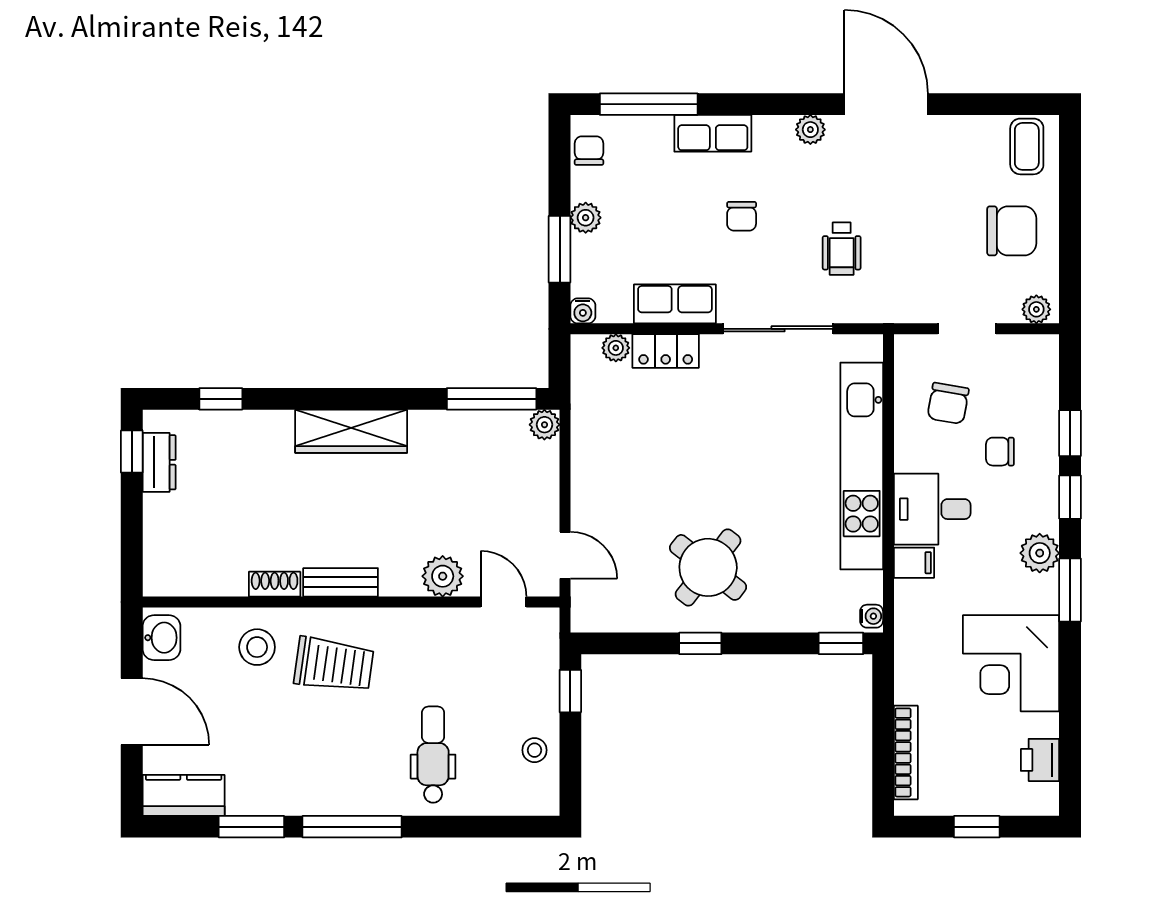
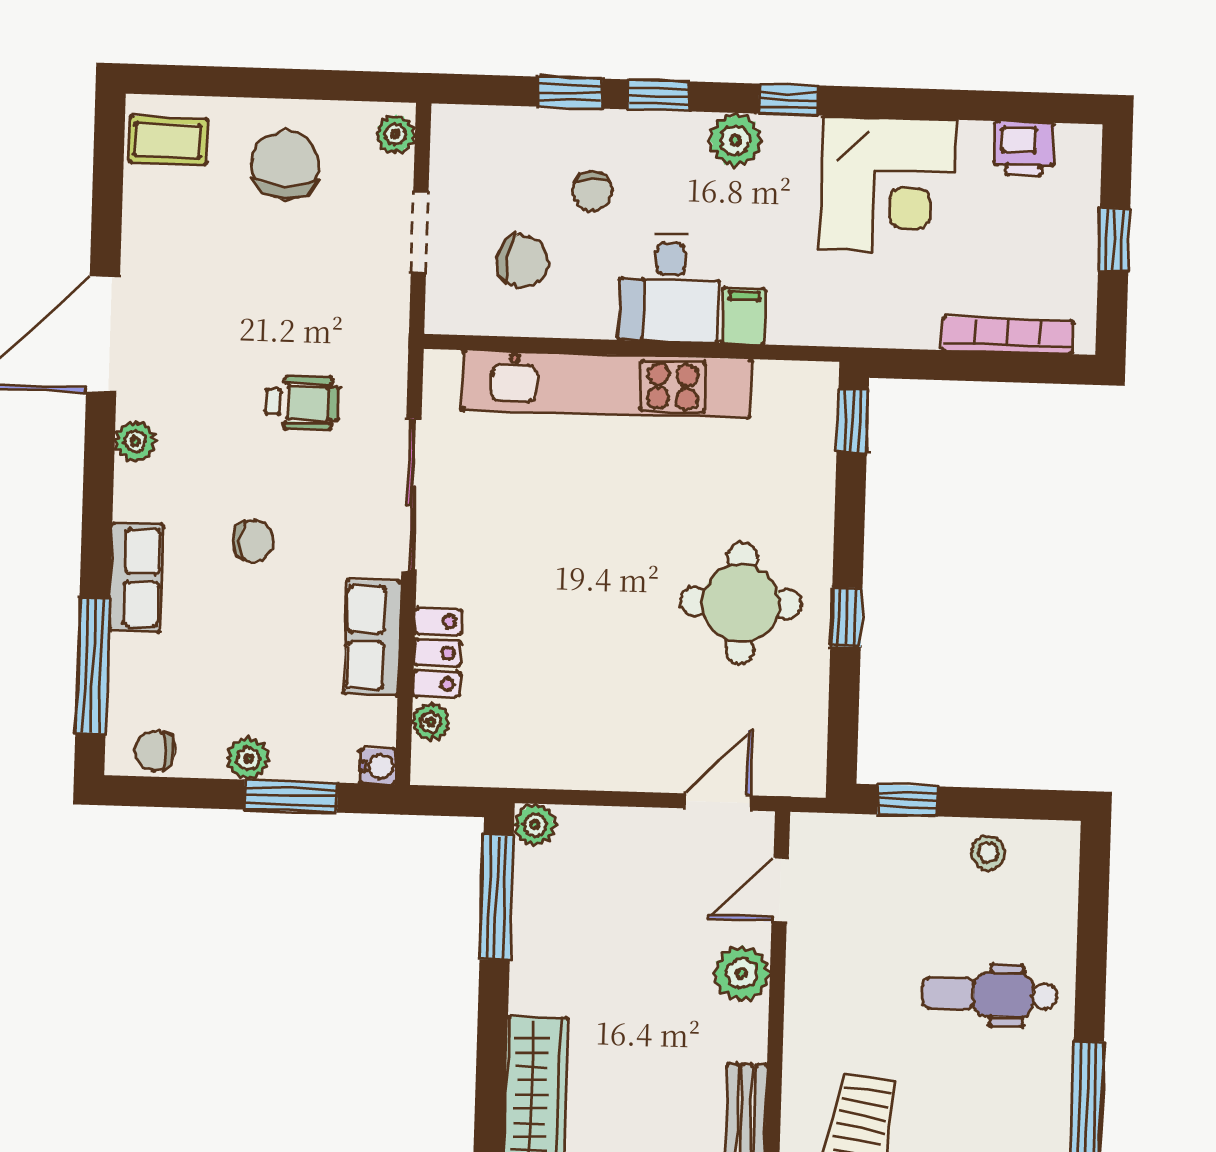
round table: (708, 567) -> (741, 603), turned -38
window: (1070, 590) -> (788, 99), width x0.67
water cooler: (872, 616) -> (816, 377), removed

